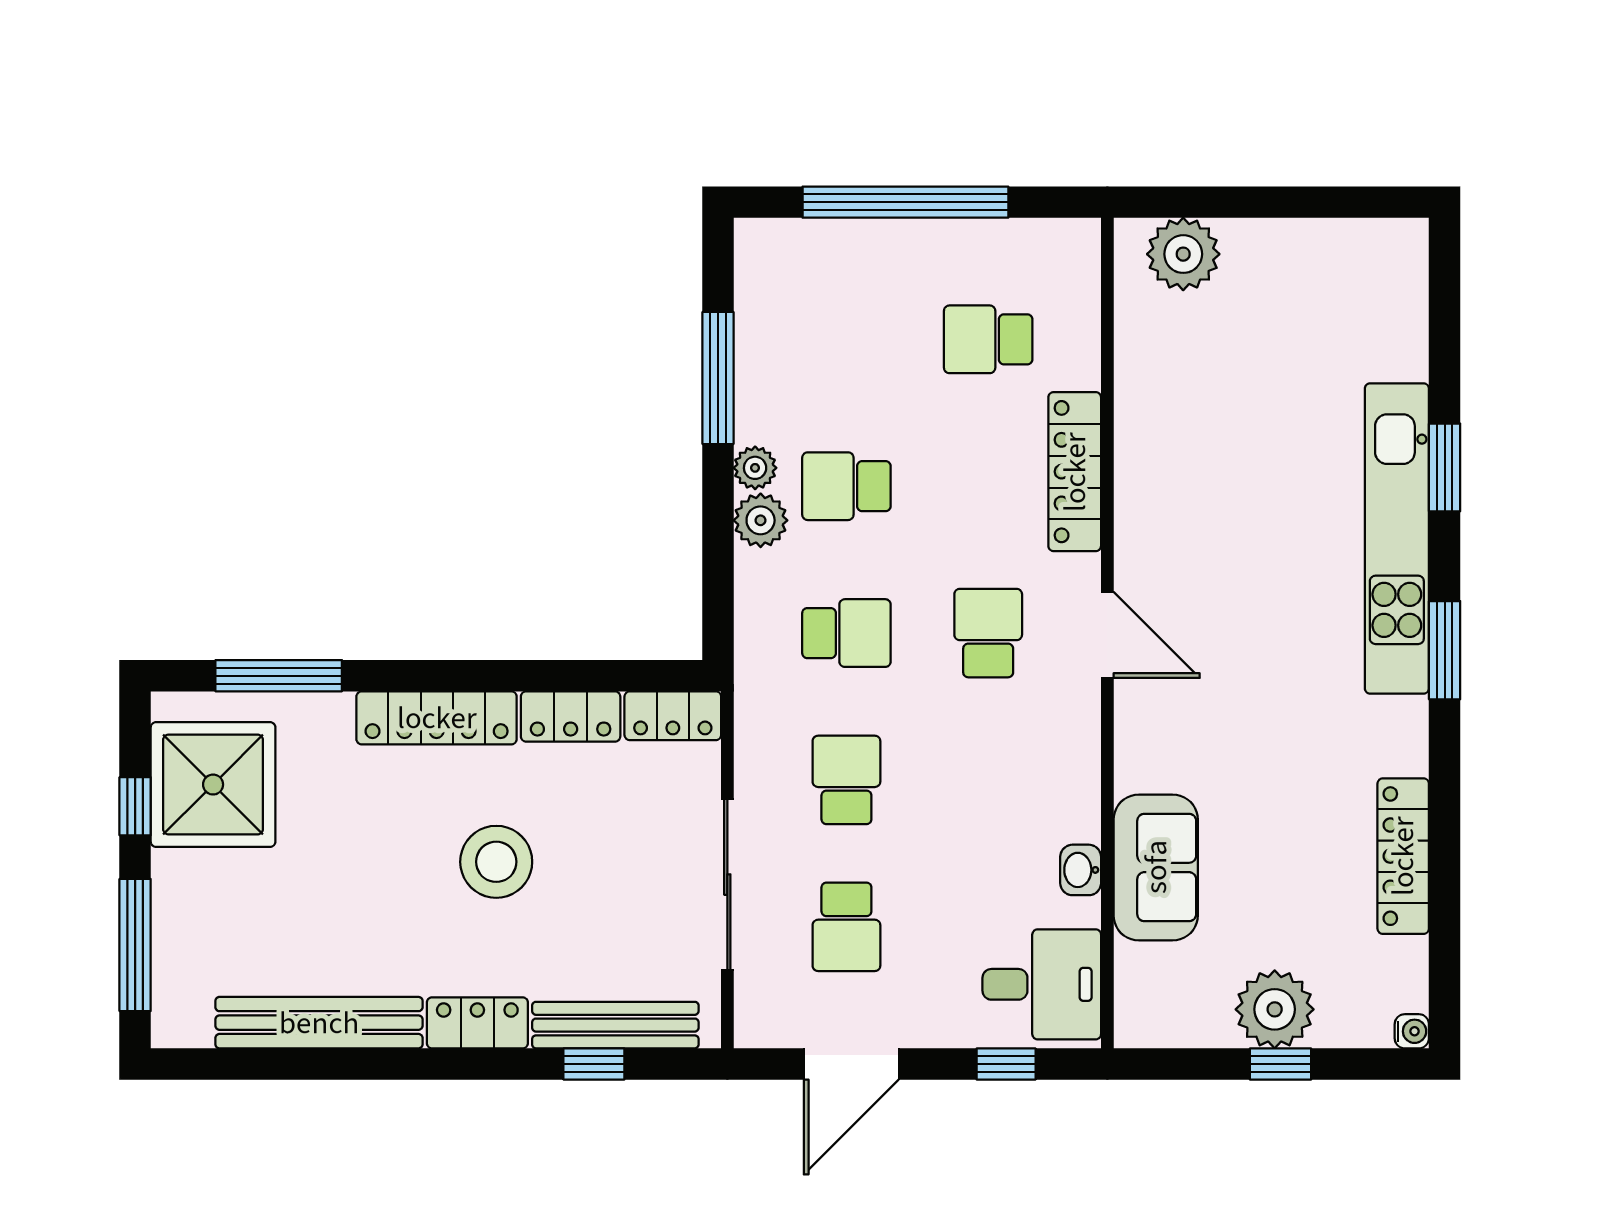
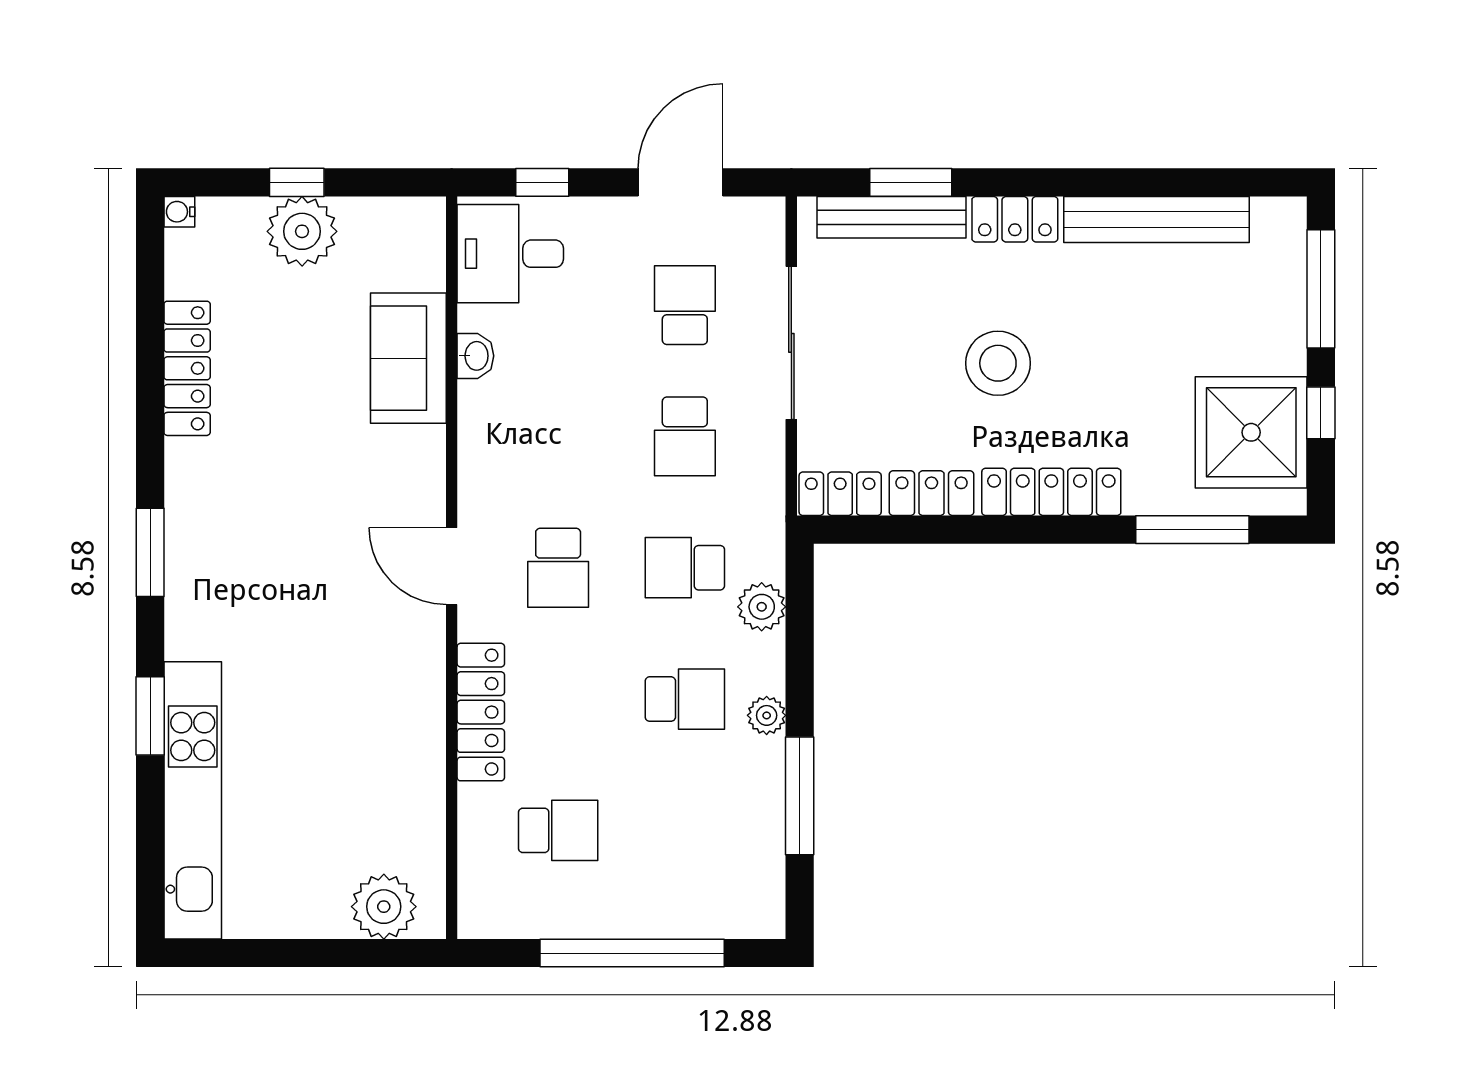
plant: (761, 520) -> (762, 607), moved
kitchen unit: (1397, 538) -> (193, 800), moved
window: (594, 1064) -> (911, 182), width x1.50

